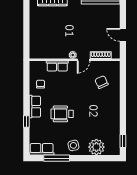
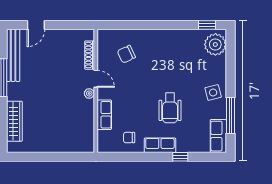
door: (123, 35) -> (36, 25), moved
plant: (96, 147) -> (215, 44), moved

